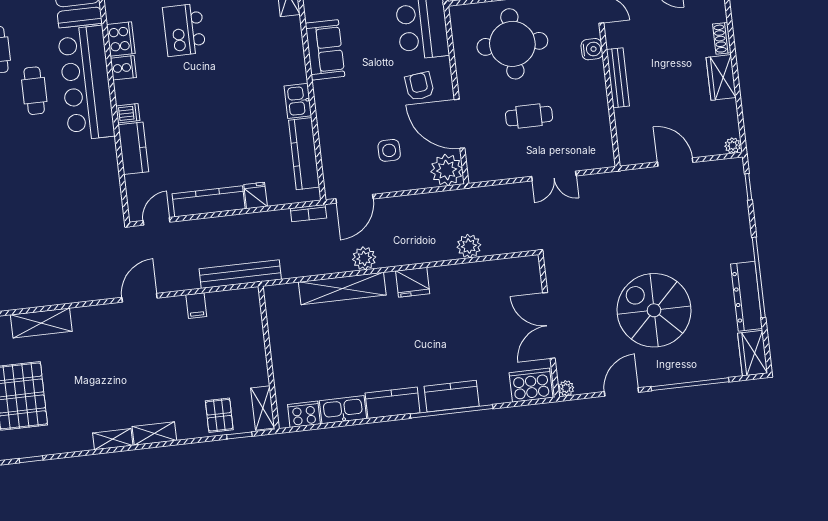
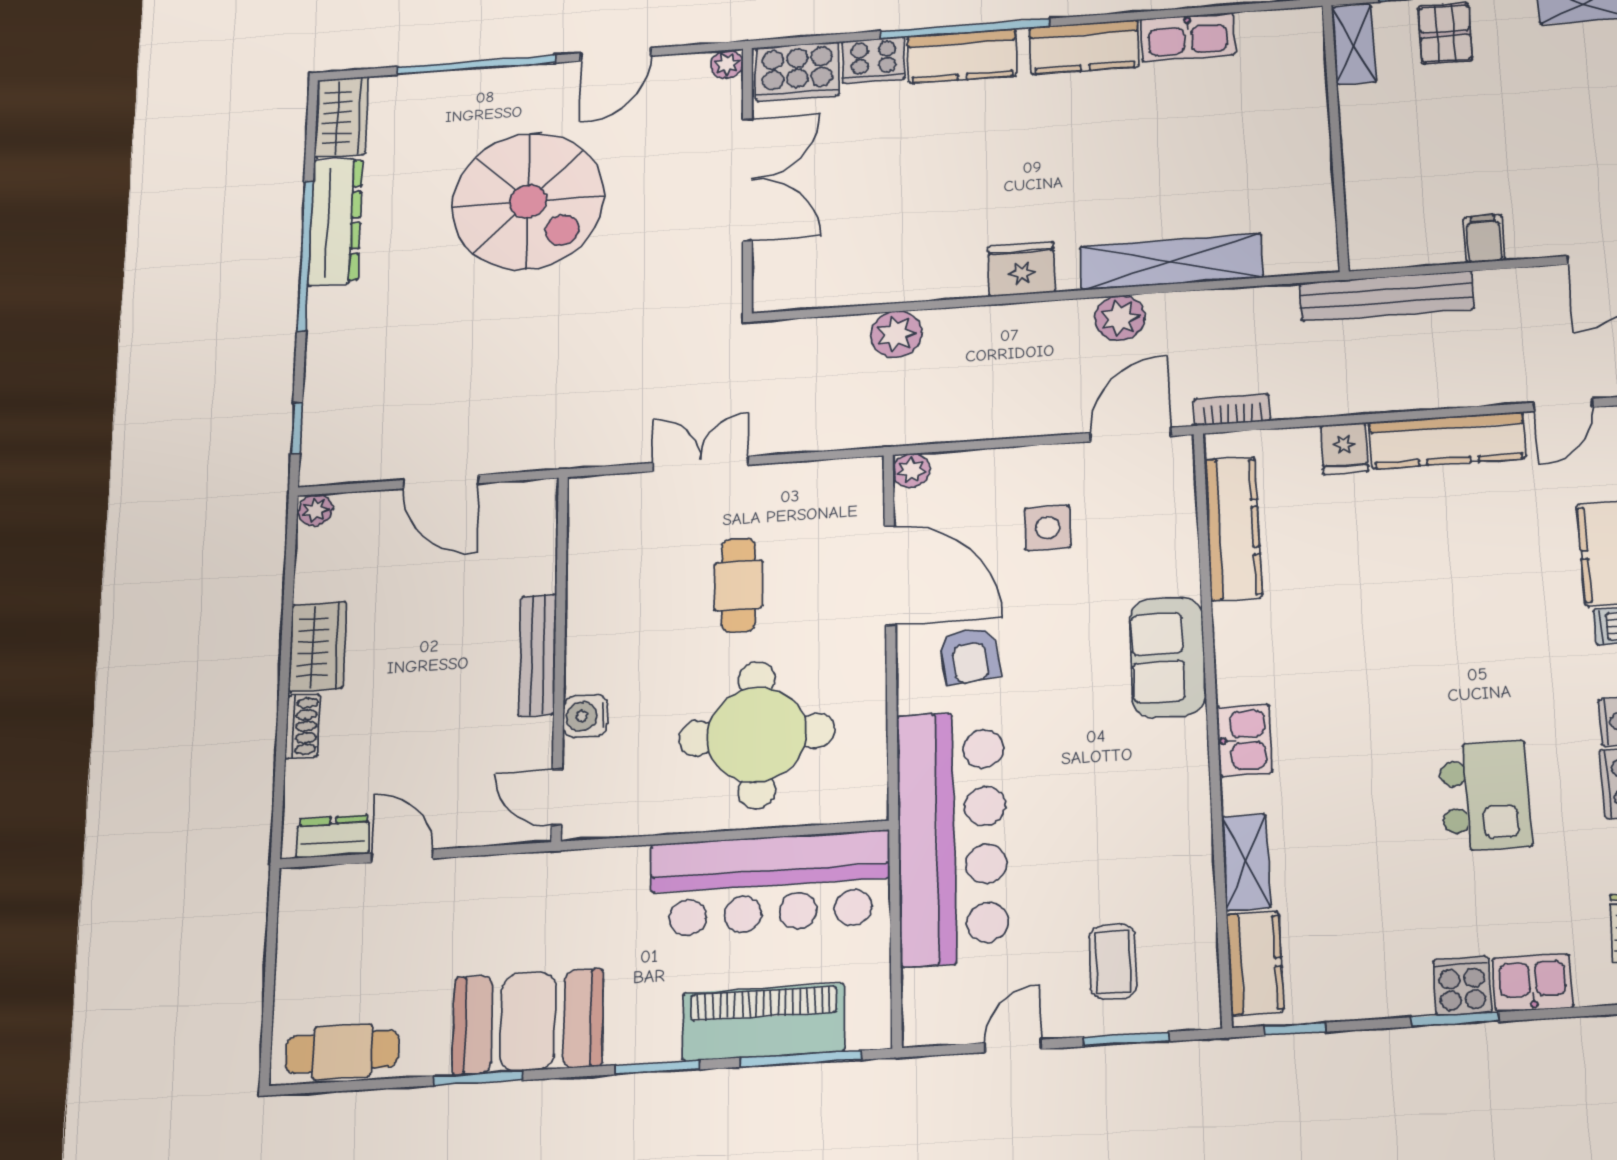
sofa: (325, 50) -> (1168, 657), moved
kitchen sink: (298, 101) -> (1244, 740), moved
cafe table: (529, 116) -> (739, 585), turned 90
plant: (447, 170) -> (911, 470), width x0.53, depth x0.53
cooker: (304, 414) -> (873, 60), moved

